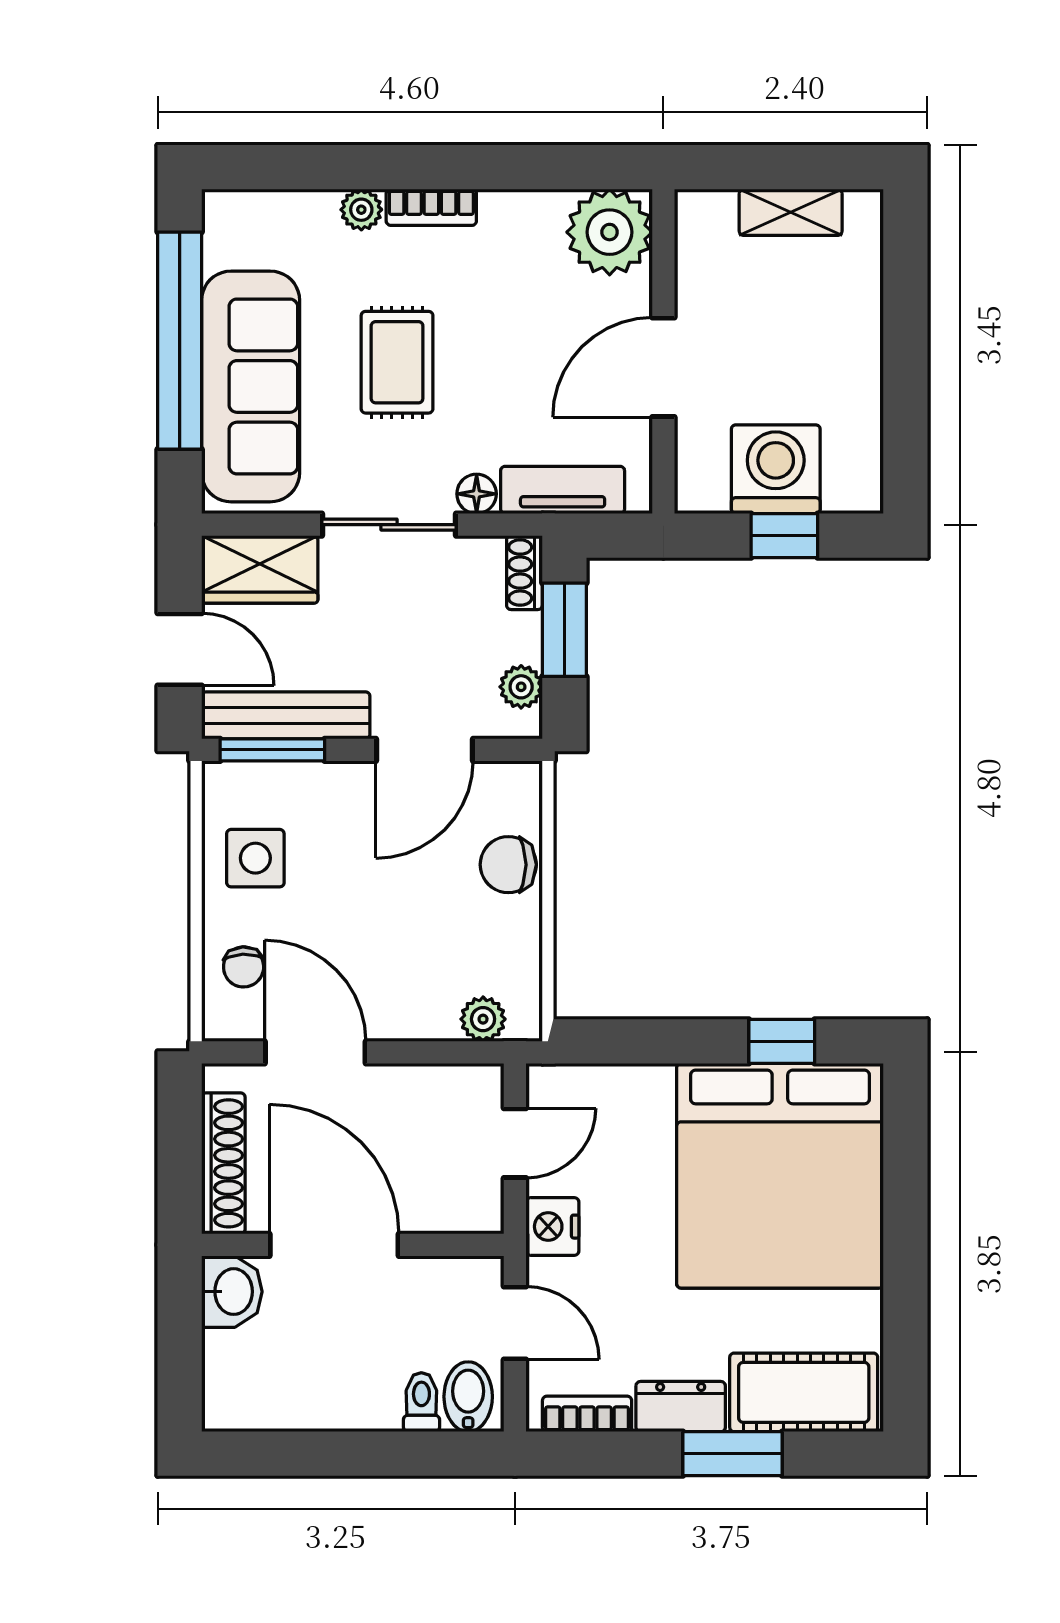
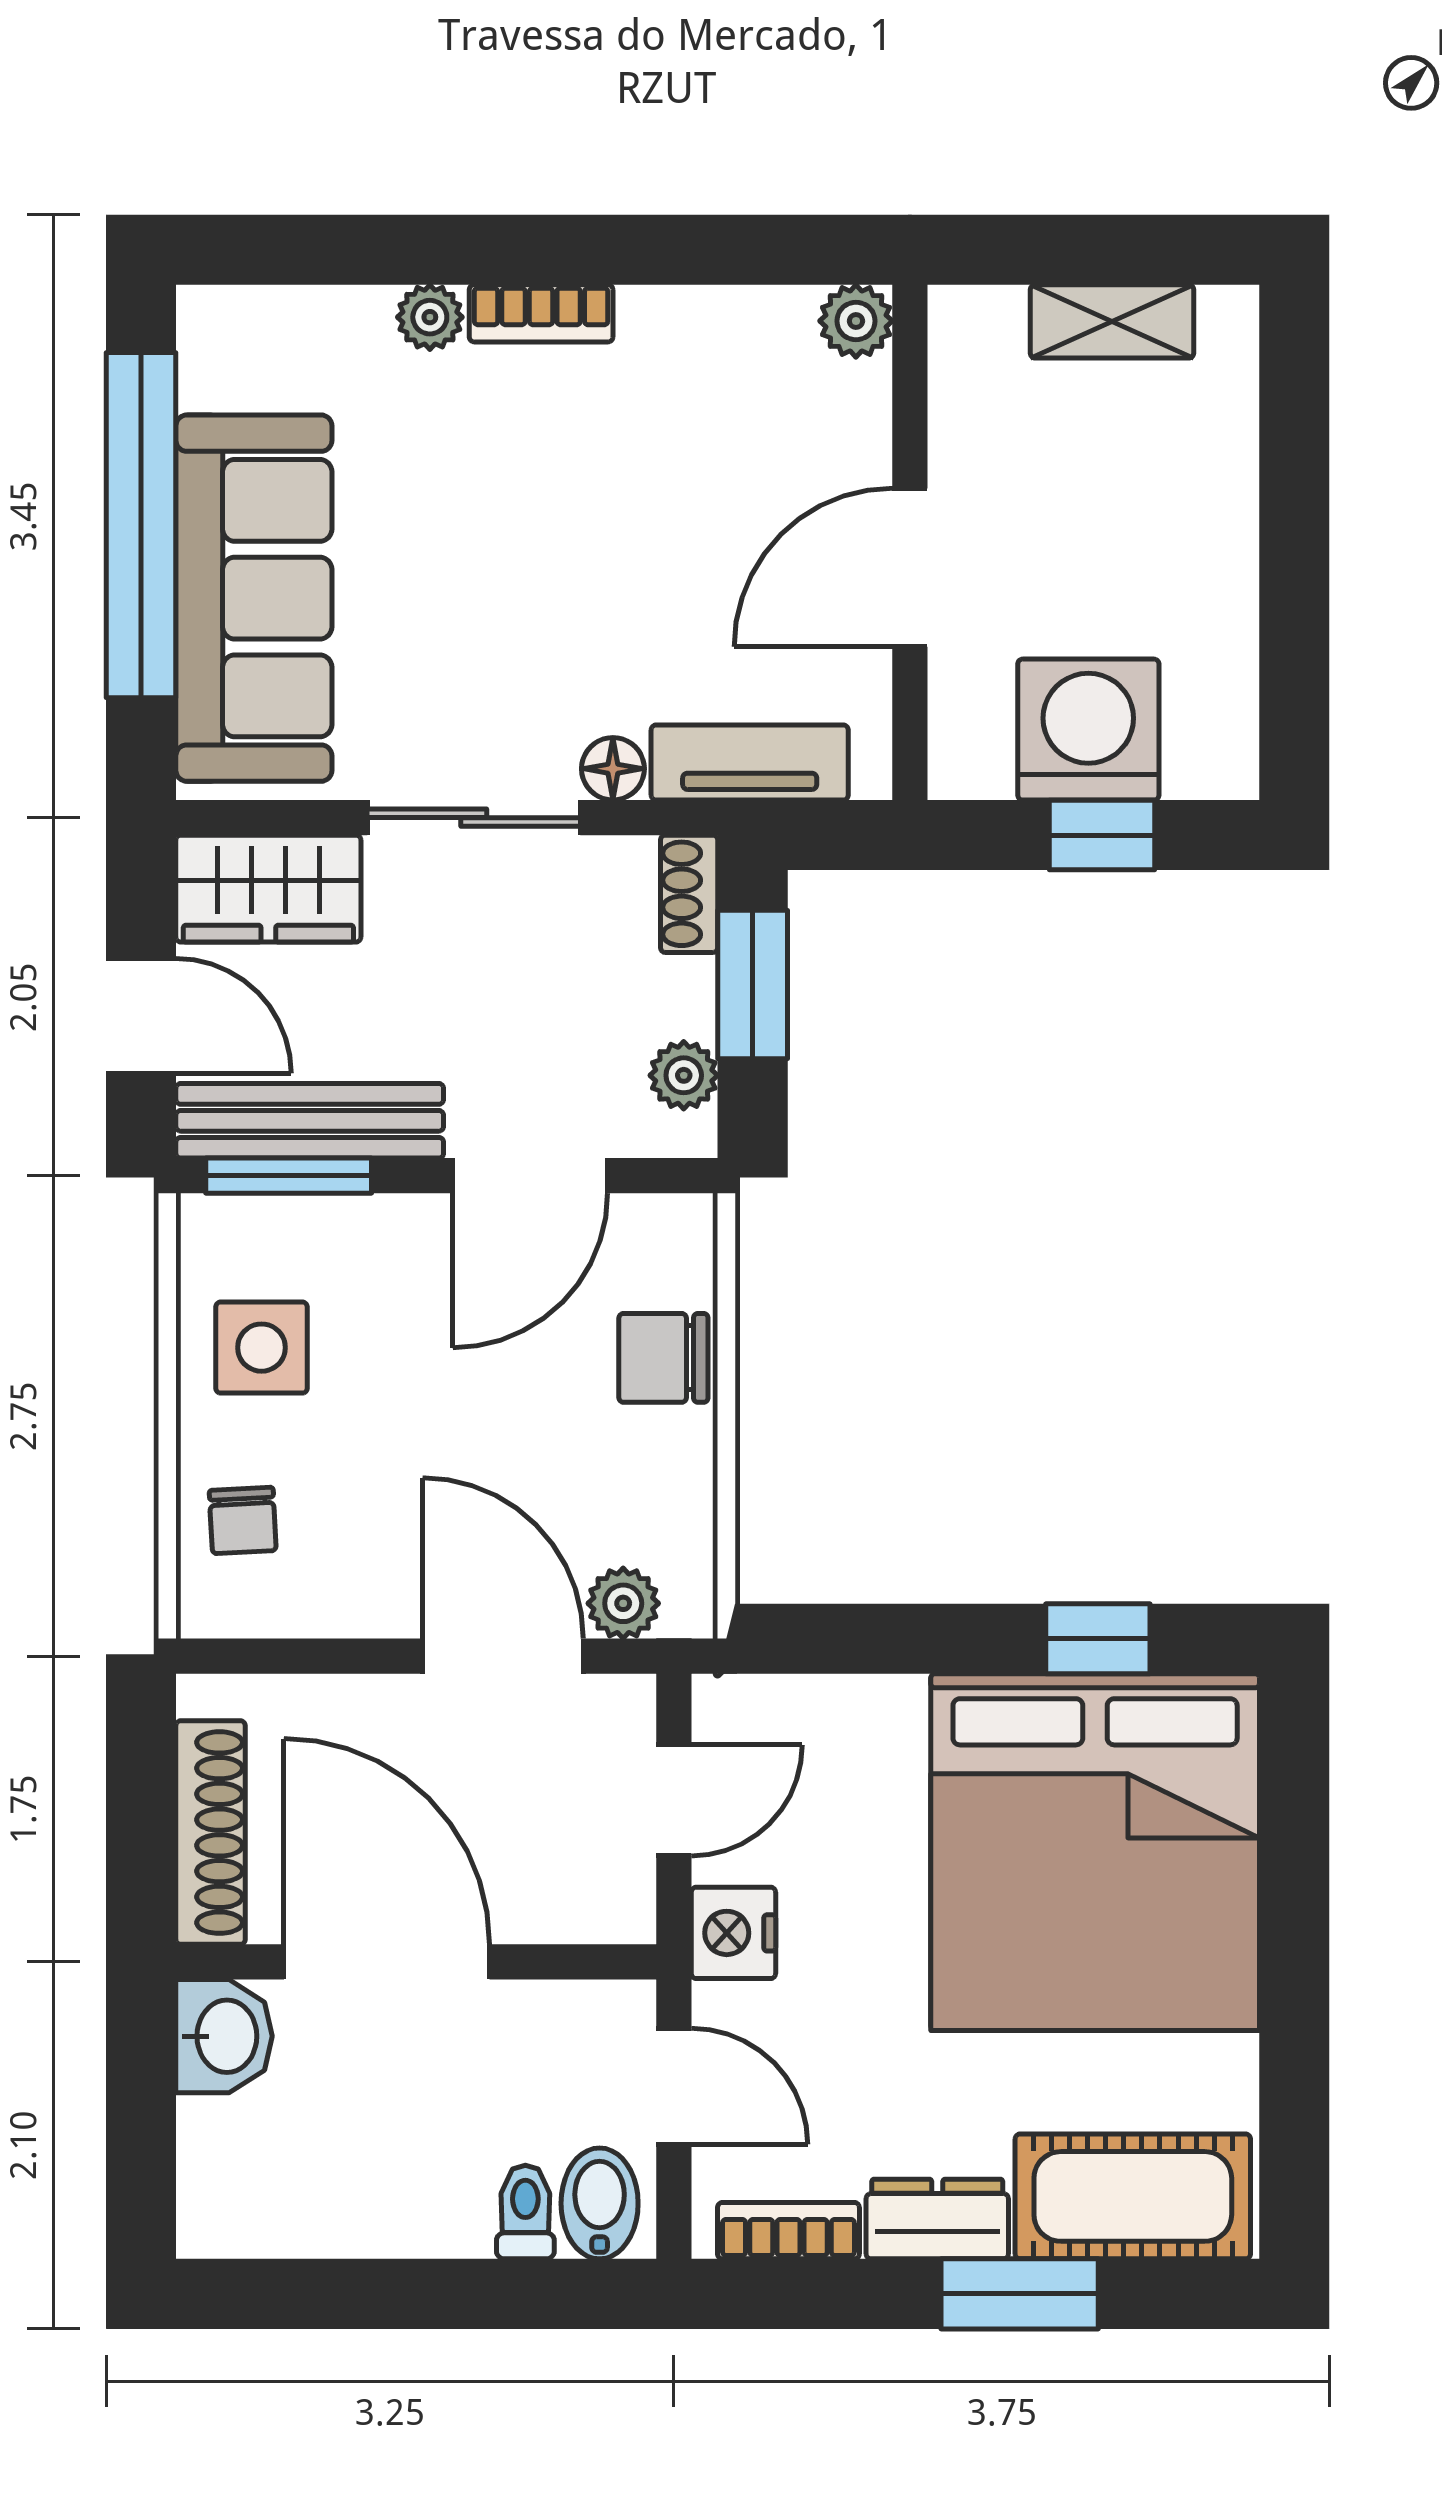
plant: (610, 232) -> (856, 321), width x0.53, depth x0.53
rug: (397, 362) -> (487, 560), removed
door: (315, 1052) -> (503, 1656), moved

